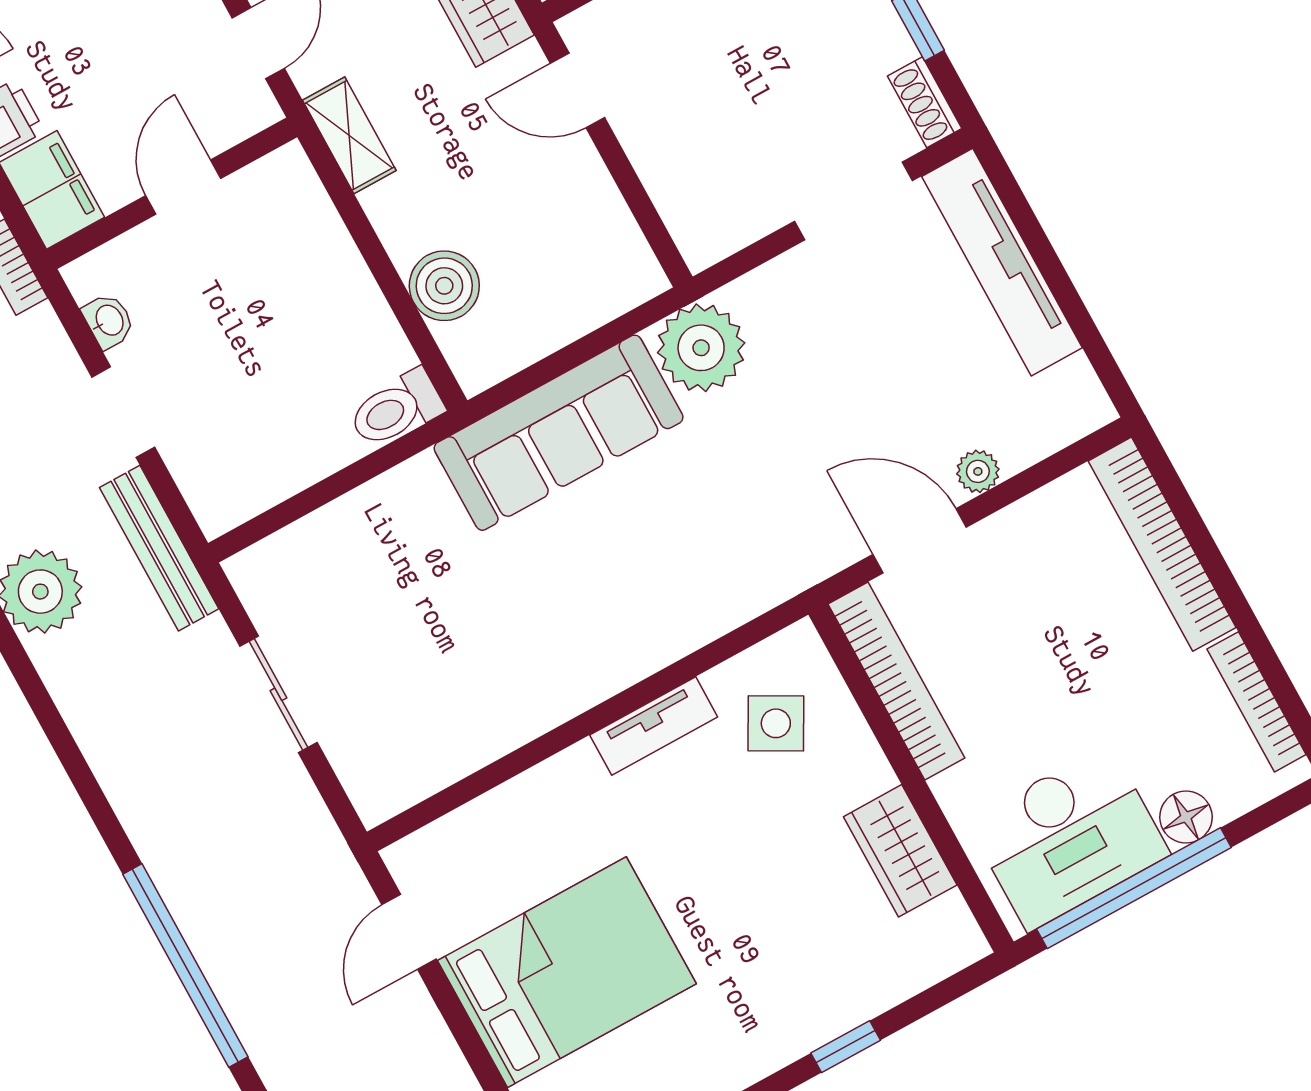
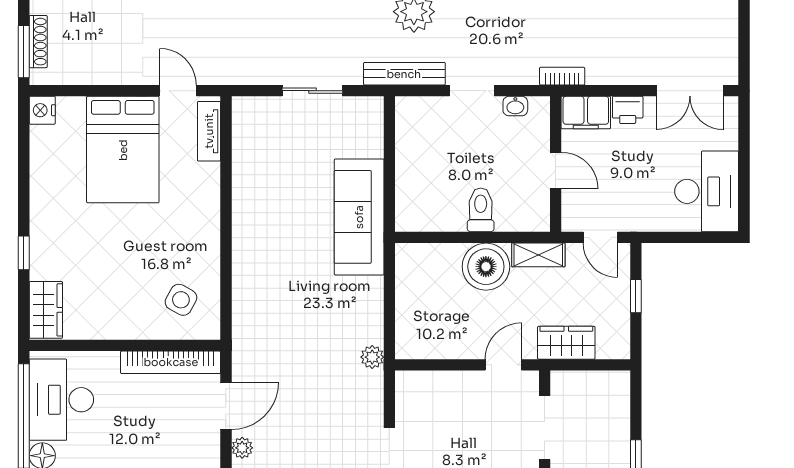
boiler: (444, 286) -> (486, 267), moved, width x1.37, depth x1.37
plant: (701, 348) -> (372, 357), width x0.53, depth x0.53
toilet: (396, 409) -> (481, 210), moved
sofa: (559, 433) -> (359, 217), moved
tv unit: (654, 726) -> (209, 131), moved
wardrobe: (900, 851) -> (46, 310), moved, turned 90

